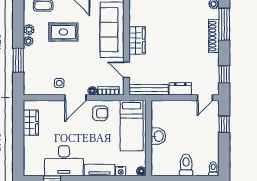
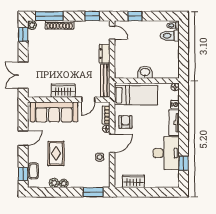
window: (18, 60) -> (93, 192), moved
door: (75, 98) -> (112, 143), hinge flipped
toilet: (186, 165) -> (170, 36), moved

